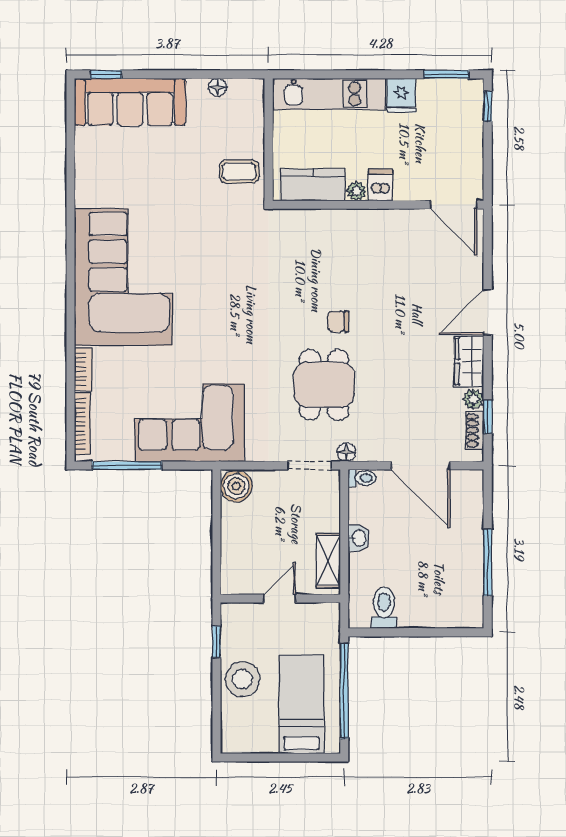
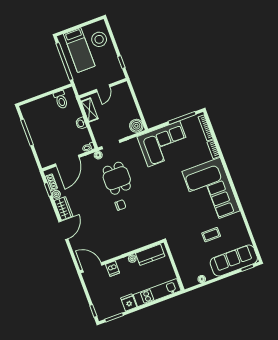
coffee table: (239, 171) -> (211, 235), moved
dishwasher: (381, 185) -> (113, 269), moved
door: (421, 465) -> (67, 161), swing flipped
stool: (242, 679) -> (99, 39), moved

